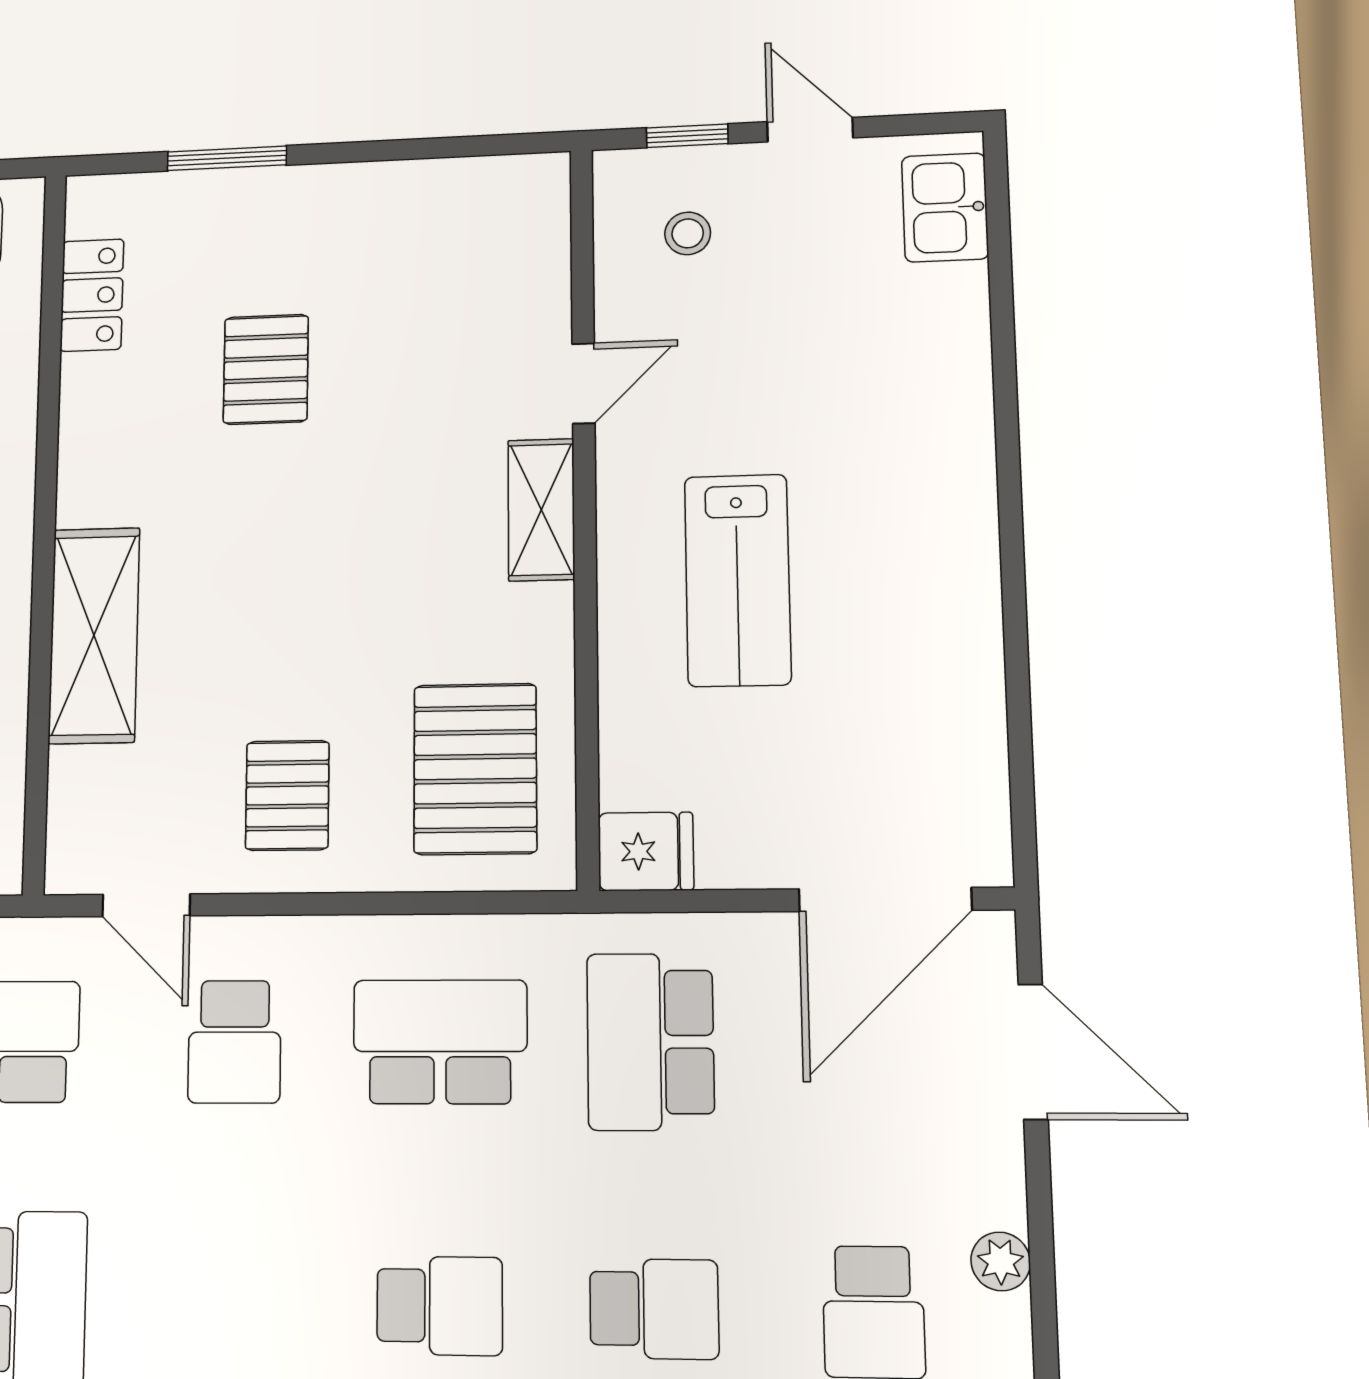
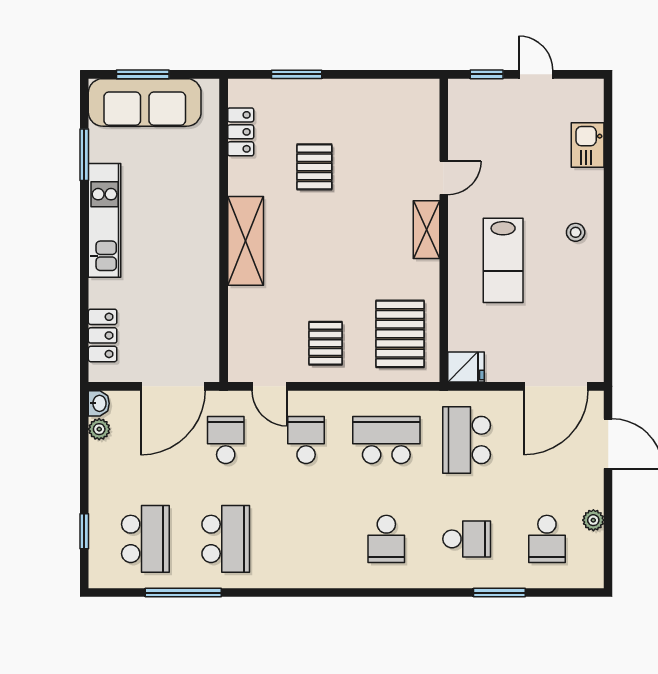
kitchen sink: (945, 207) -> (588, 145), moved
stool: (688, 233) -> (576, 232), moved
shelving: (94, 635) -> (246, 241), moved
school desk: (235, 1042) -> (306, 440), turned 180
school desk: (440, 1306) -> (386, 539), turned 90

